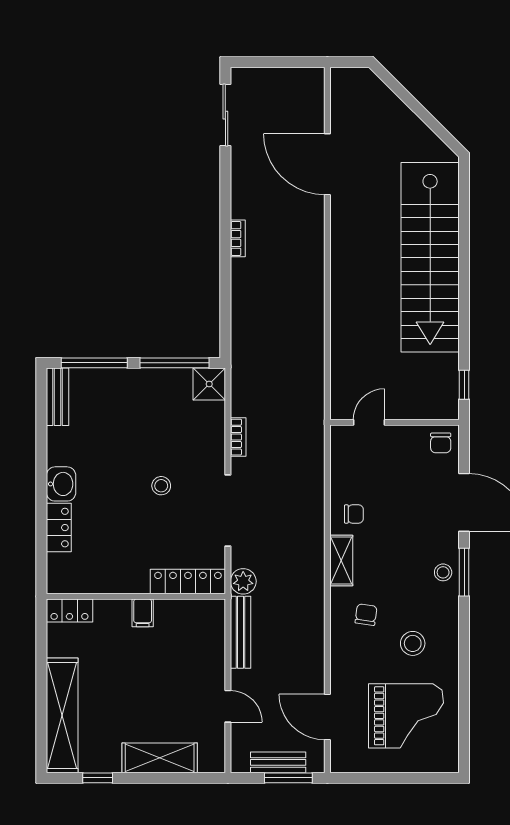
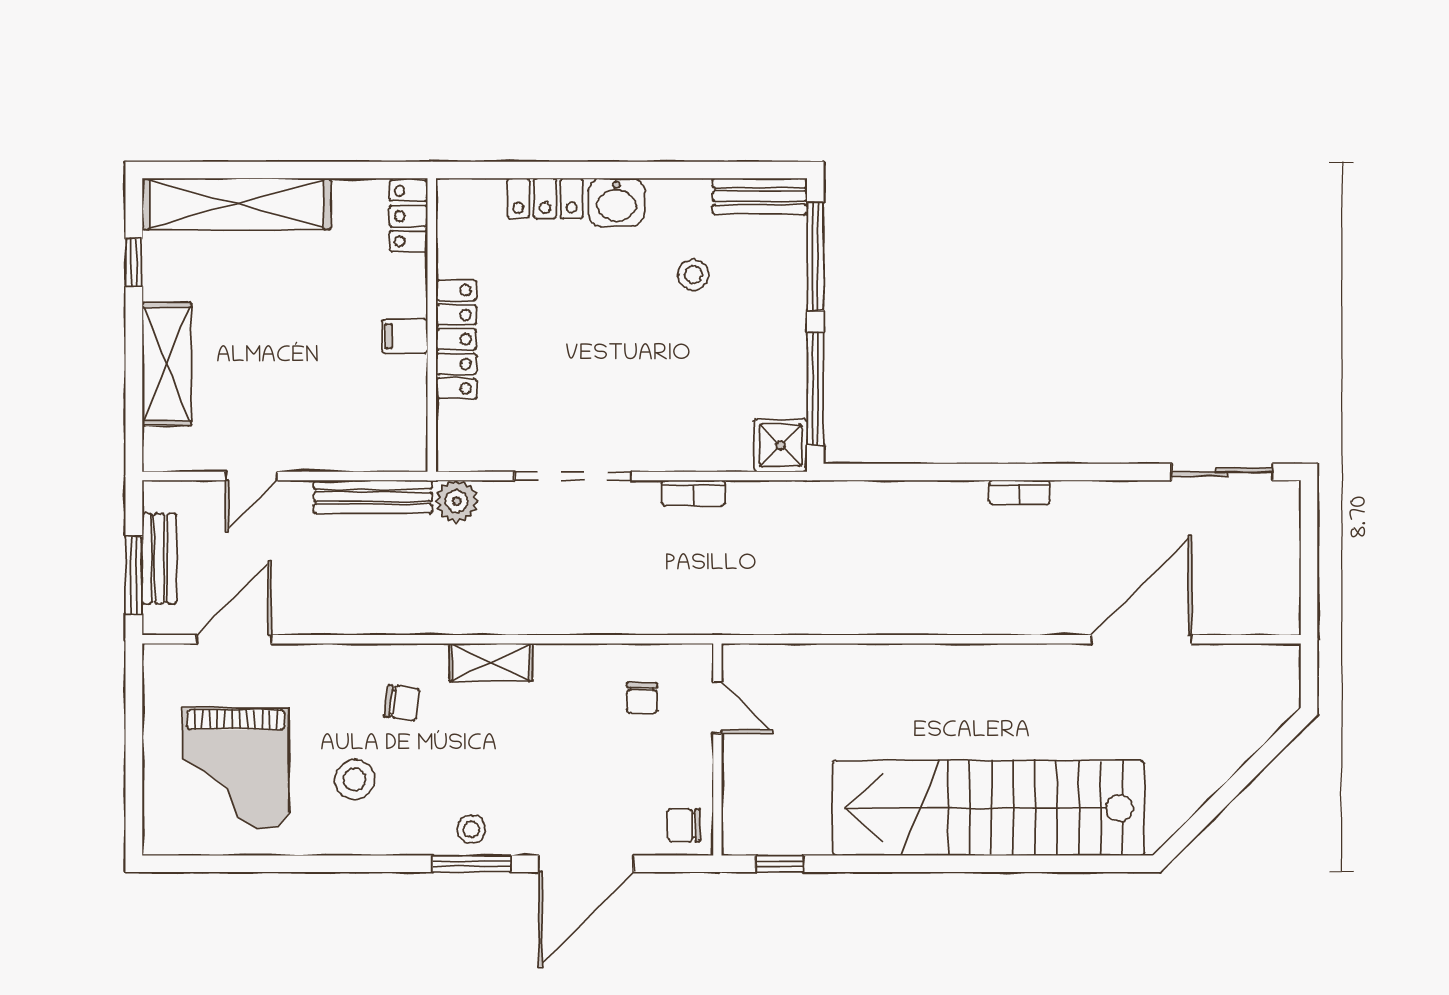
stool: (161, 486) -> (693, 275), moved
chair: (354, 514) -> (642, 698), moved
locker: (188, 582) -> (456, 339), moved

